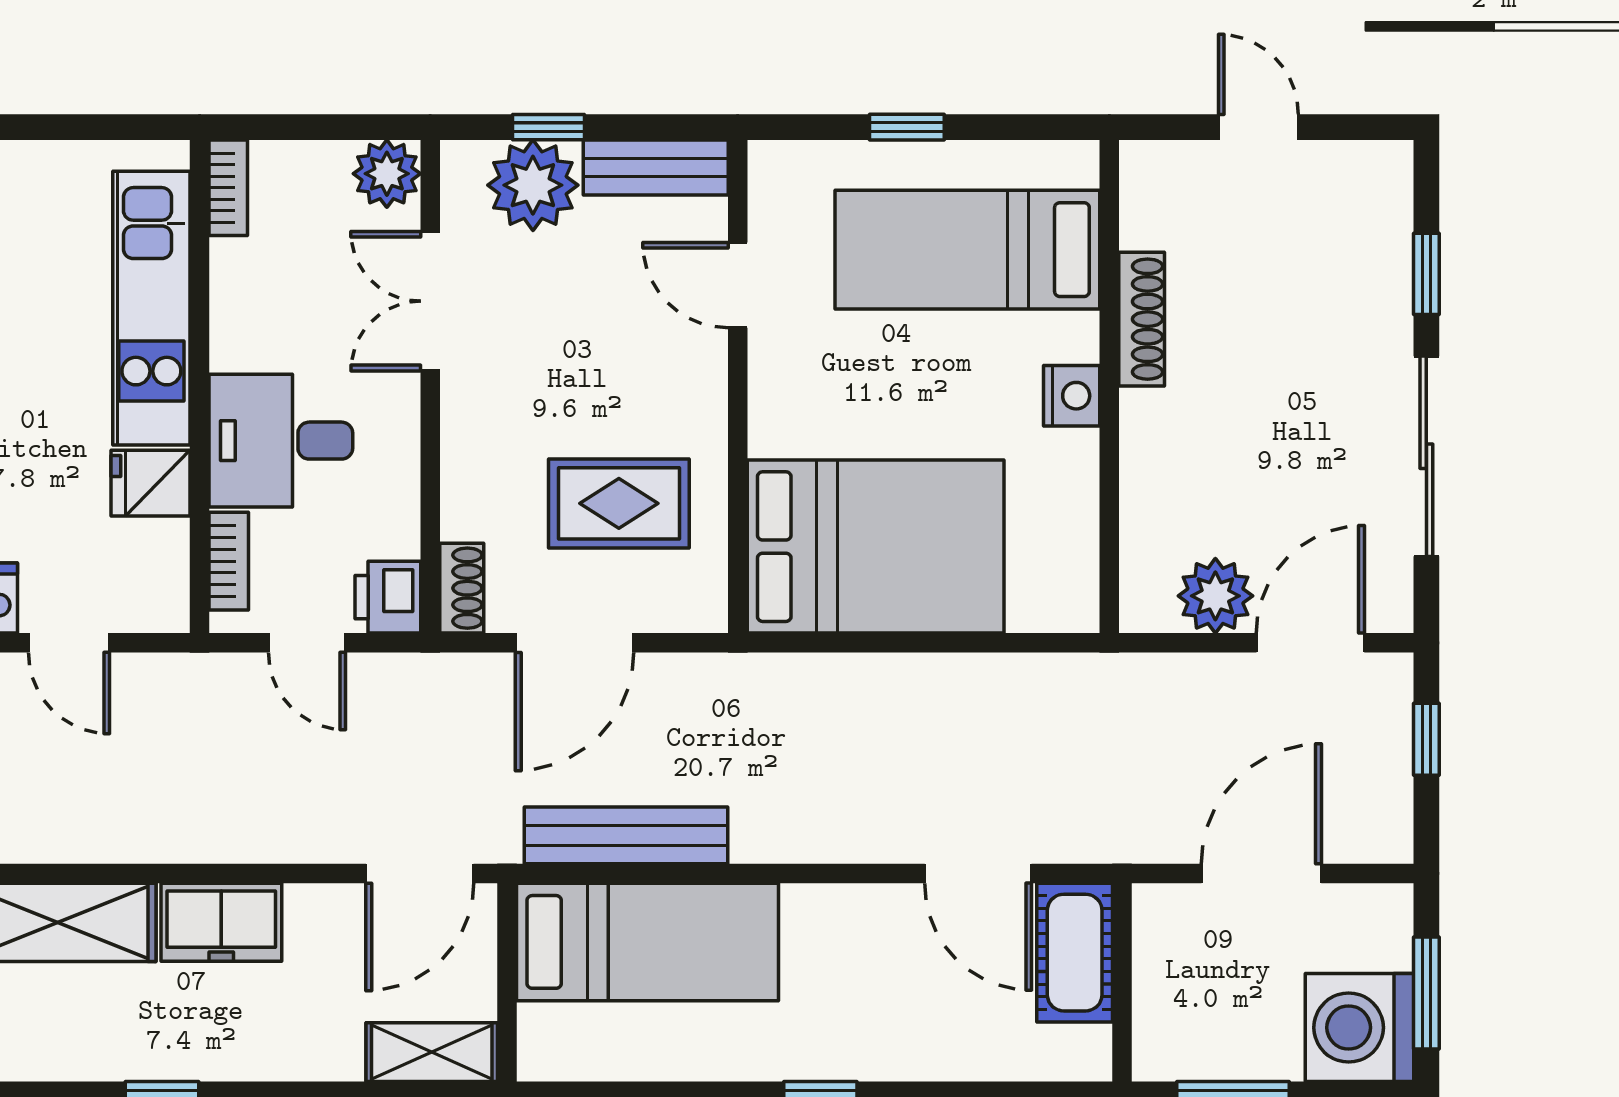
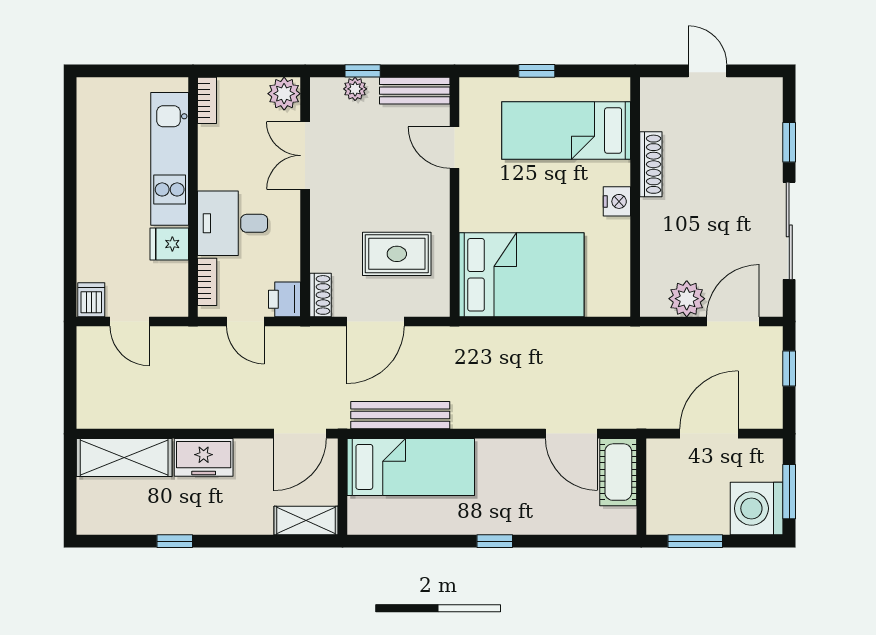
plant: (533, 185) -> (355, 89), width x0.53, depth x0.53

